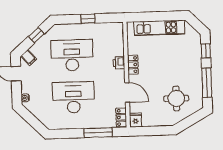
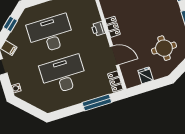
fridge: (136, 120) -> (146, 75), moved

